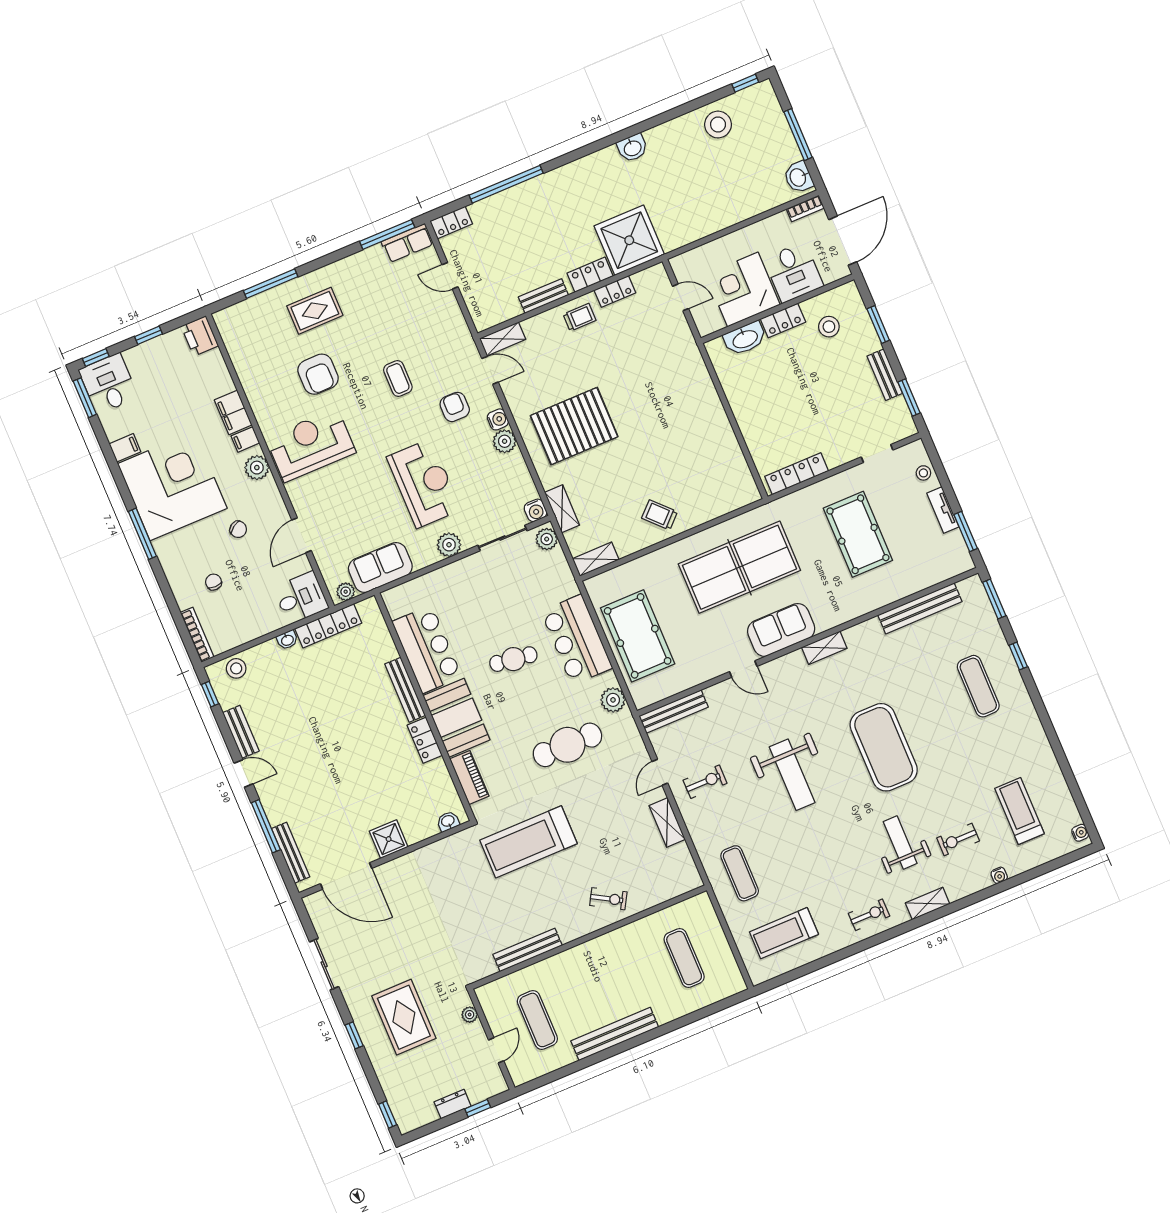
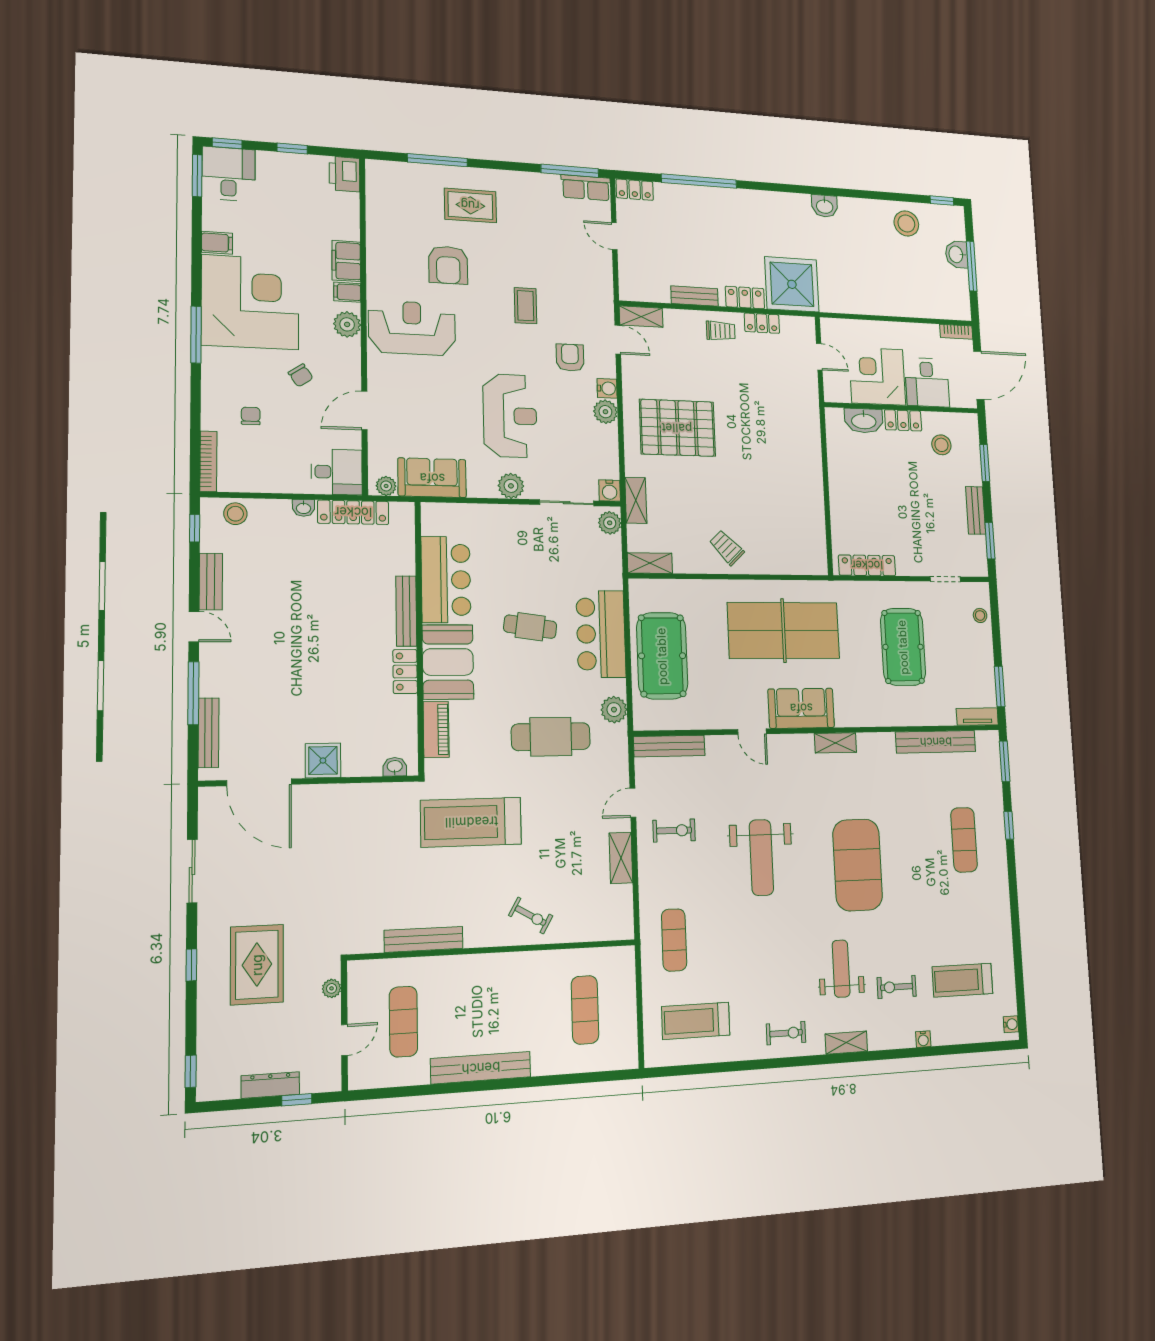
washbasin: (798, 177) -> (956, 254), moved
tv unit: (943, 510) -> (977, 717), moved, turned 90
treadmill: (1019, 811) -> (962, 980), turned -90
dresser: (453, 1104) -> (270, 1085), width x1.44

